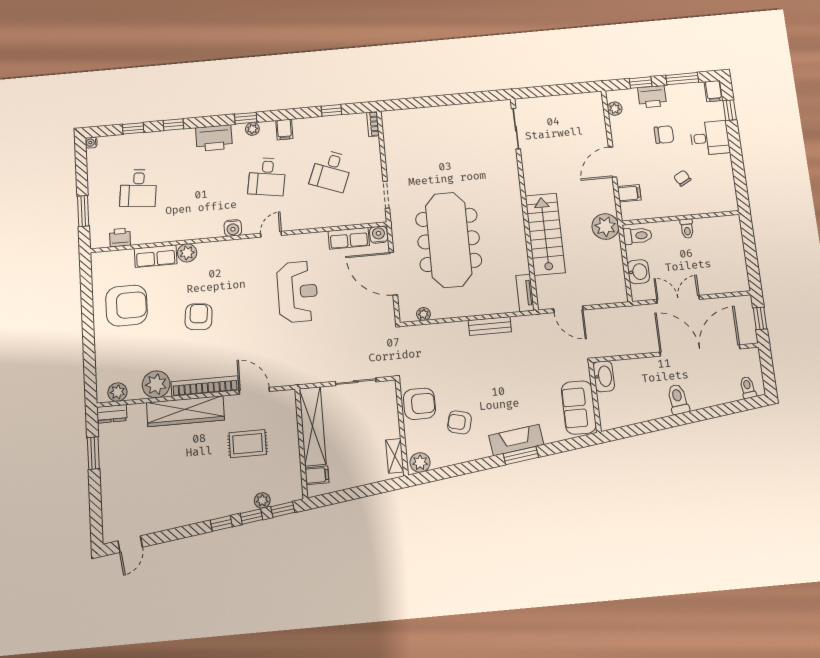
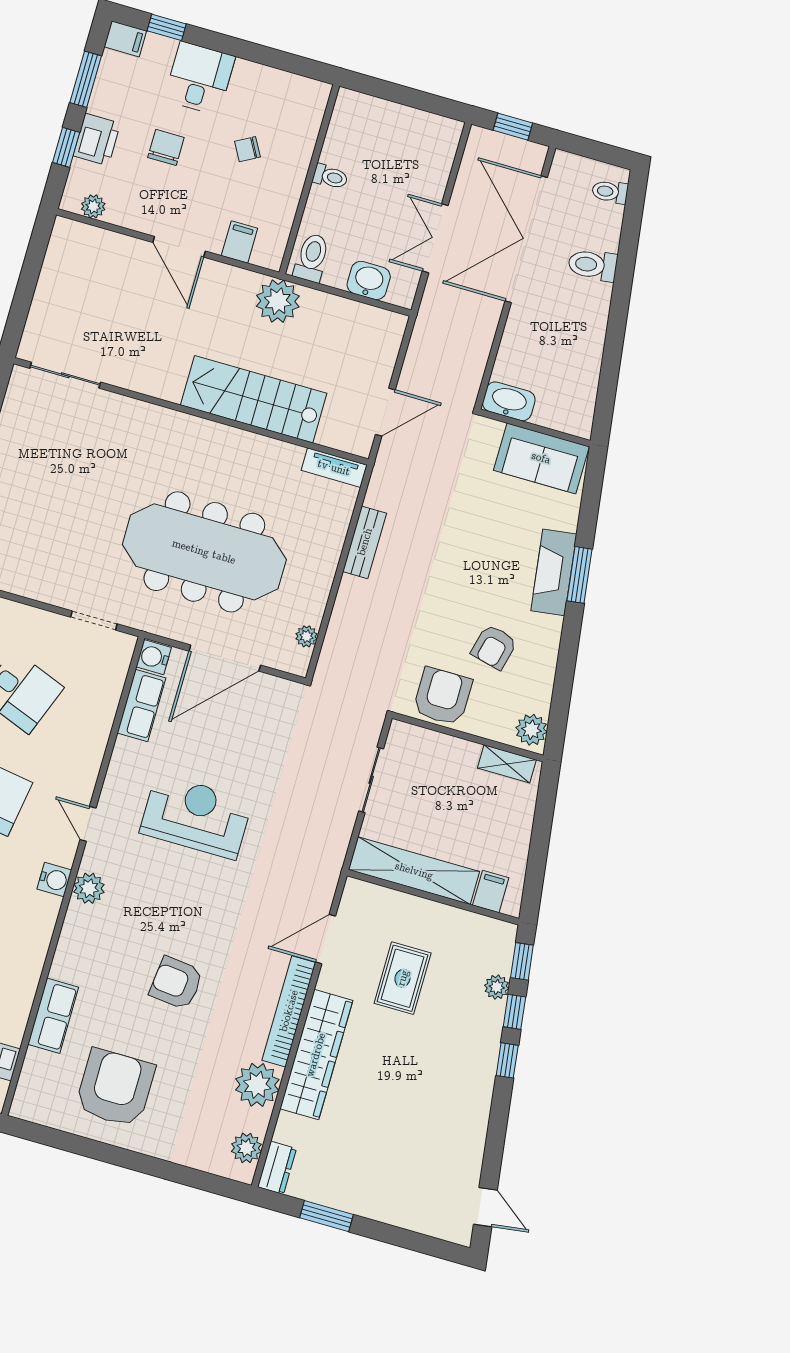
plant: (187, 253) -> (89, 888), moved
toilet: (678, 399) -> (593, 265), moved

